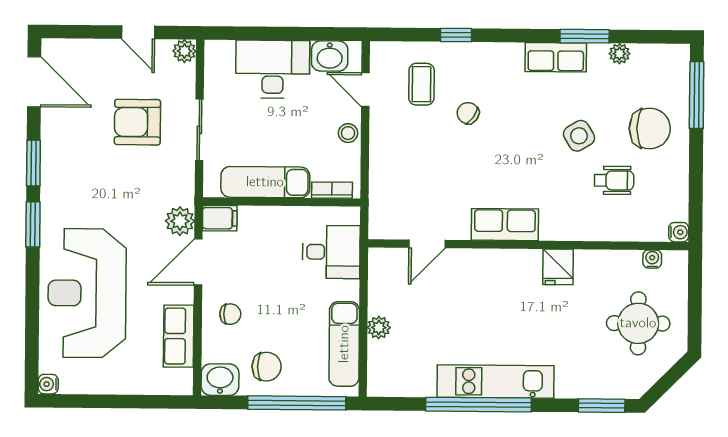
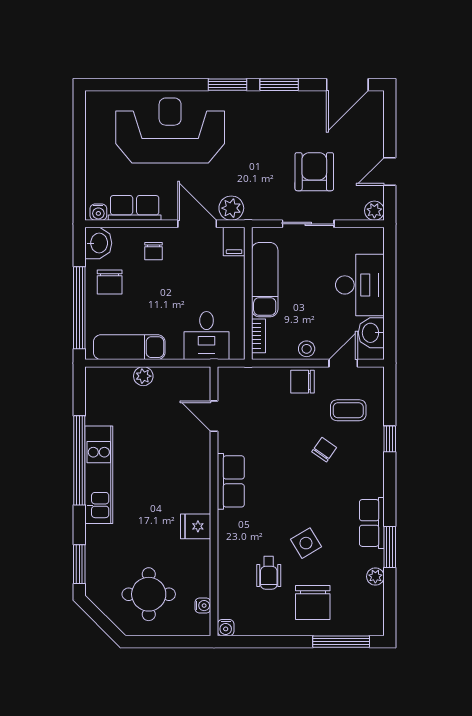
chair: (387, 138) -> (303, 382), added
water cooler: (48, 384) -> (98, 212), moved, turned 180

